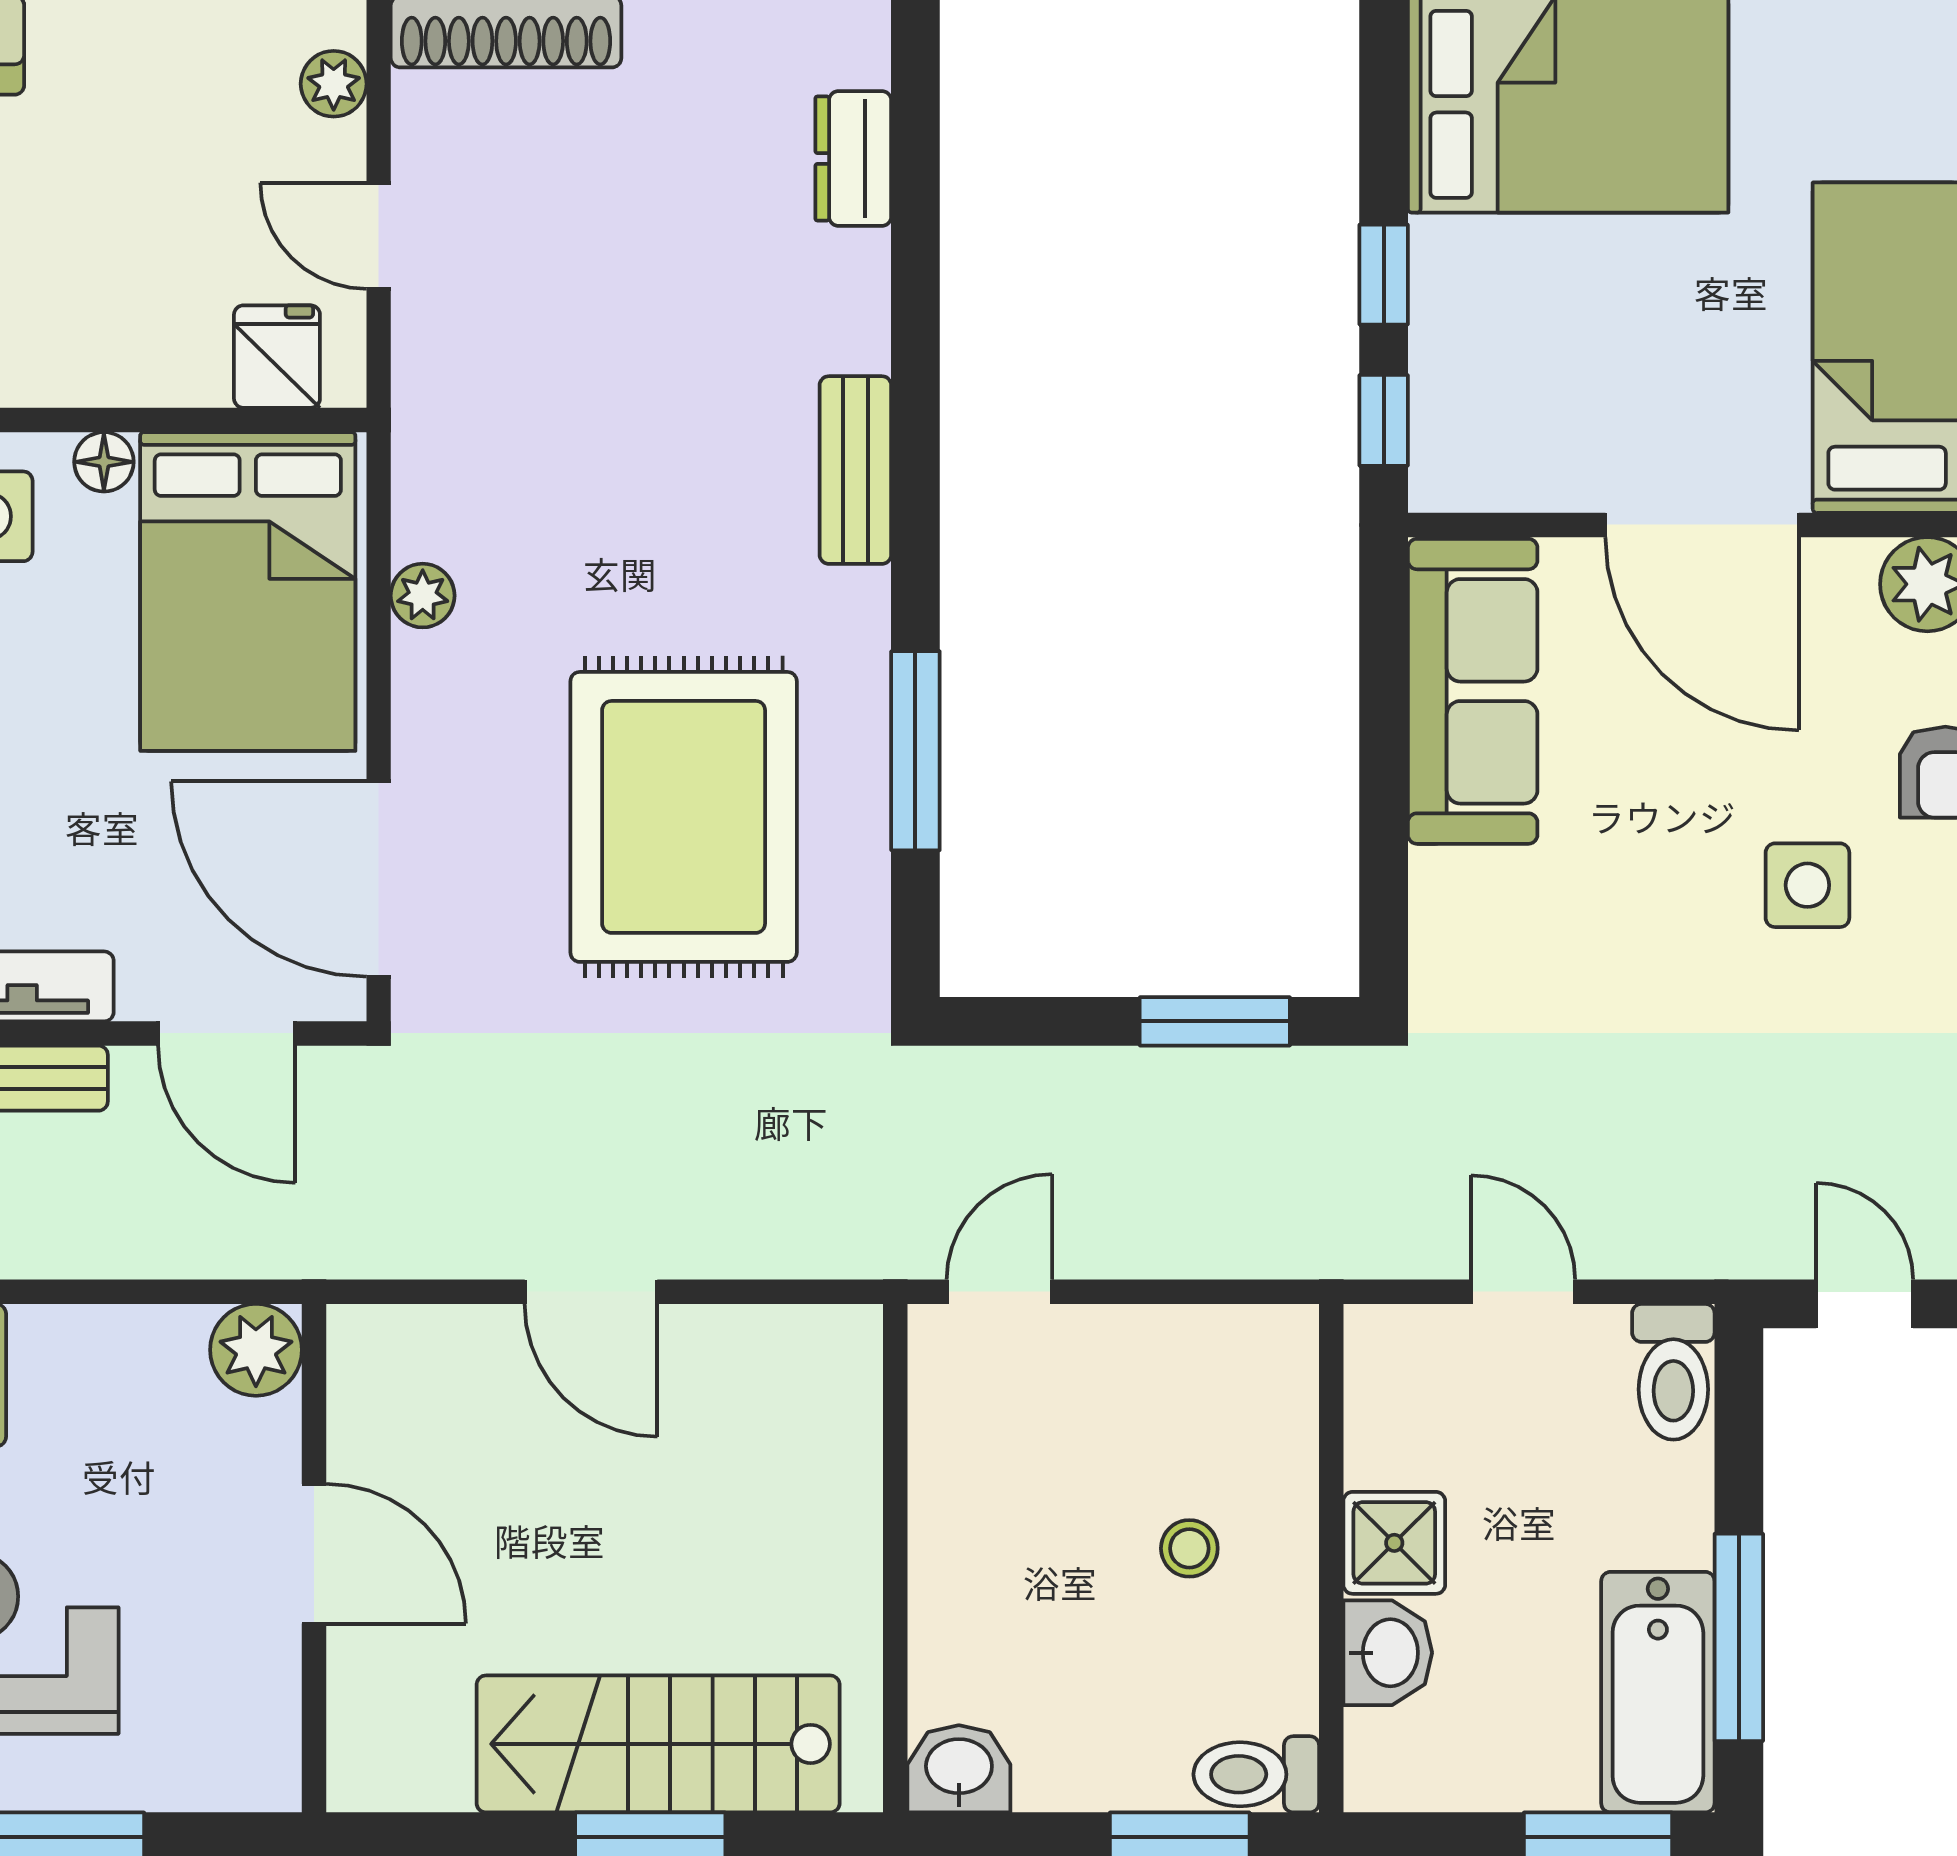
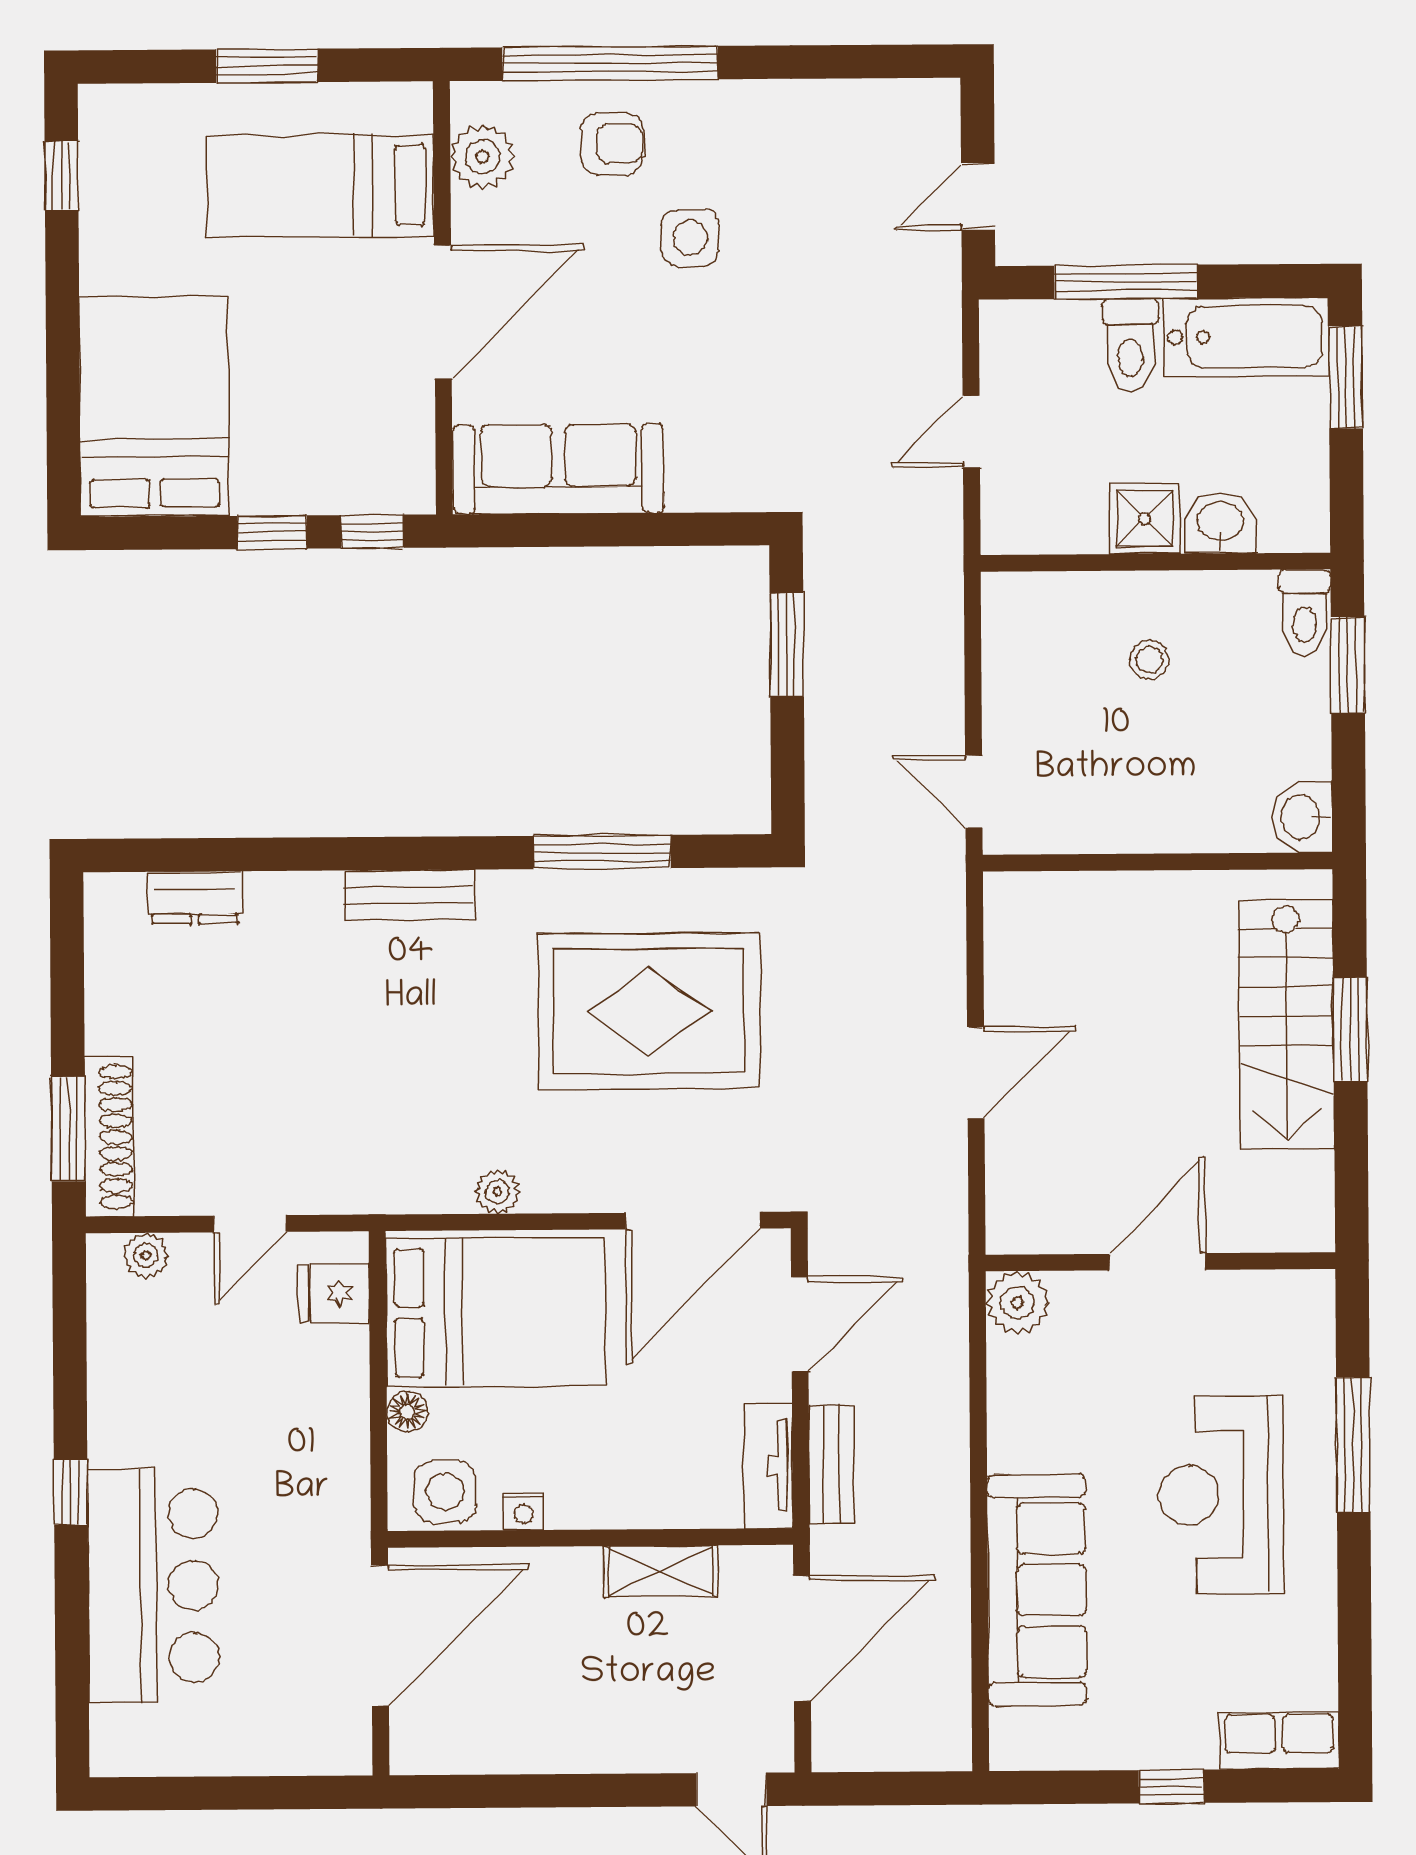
toilet: (1673, 1372) -> (1131, 345), moved, turned 90
window: (1739, 1637) -> (1126, 282), moved

